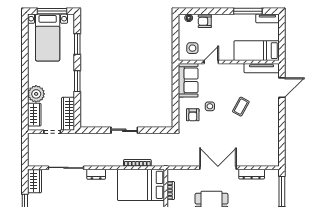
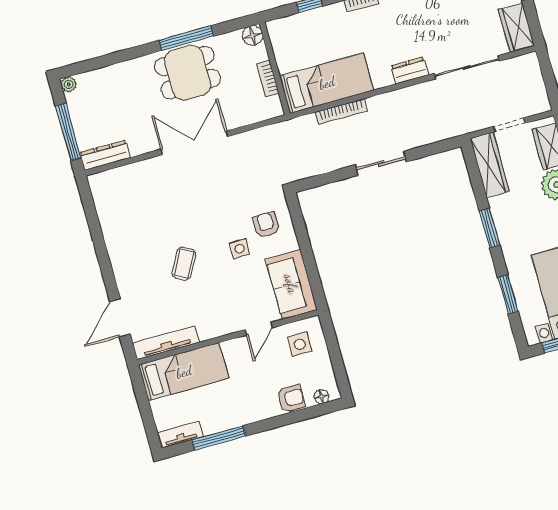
double door: (218, 168) -> (194, 143), swing flipped
dresser: (252, 174) -> (105, 155), moved
bed: (141, 185) -> (327, 83), width x0.67

